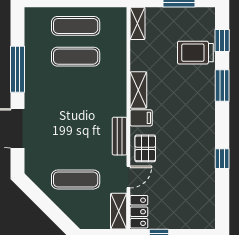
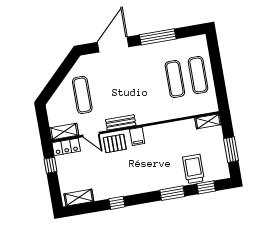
shelving: (138, 90) -> (79, 198), moved

